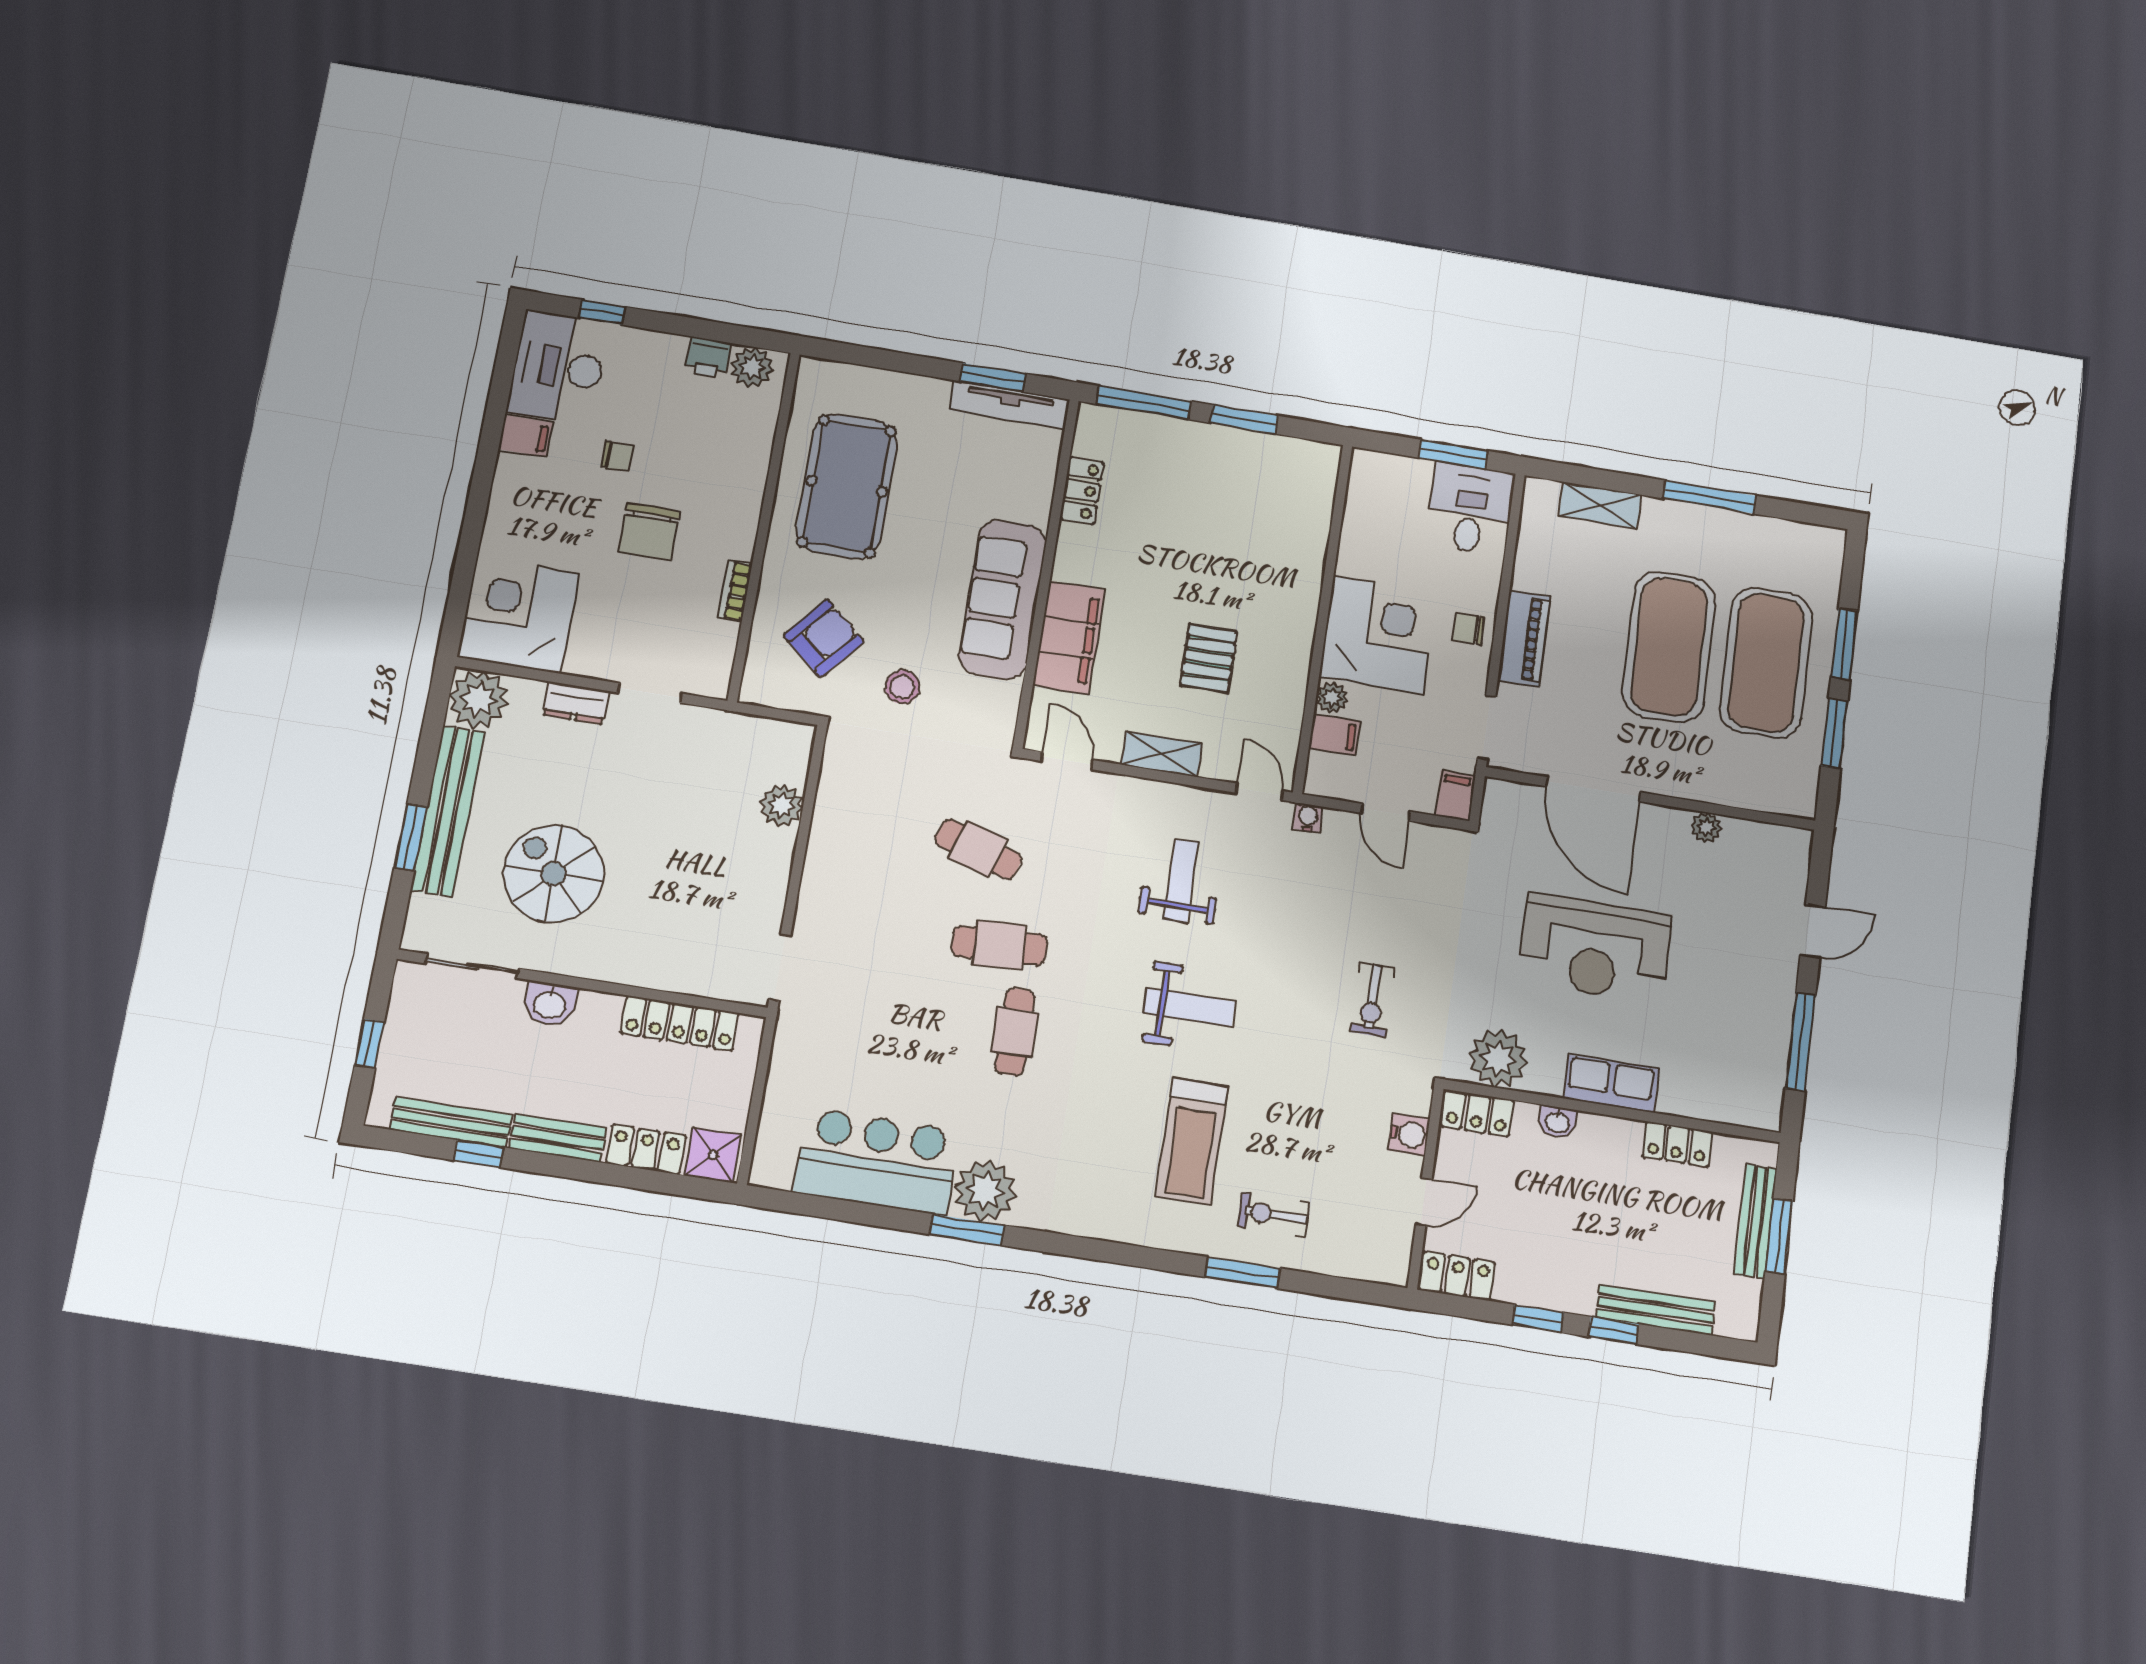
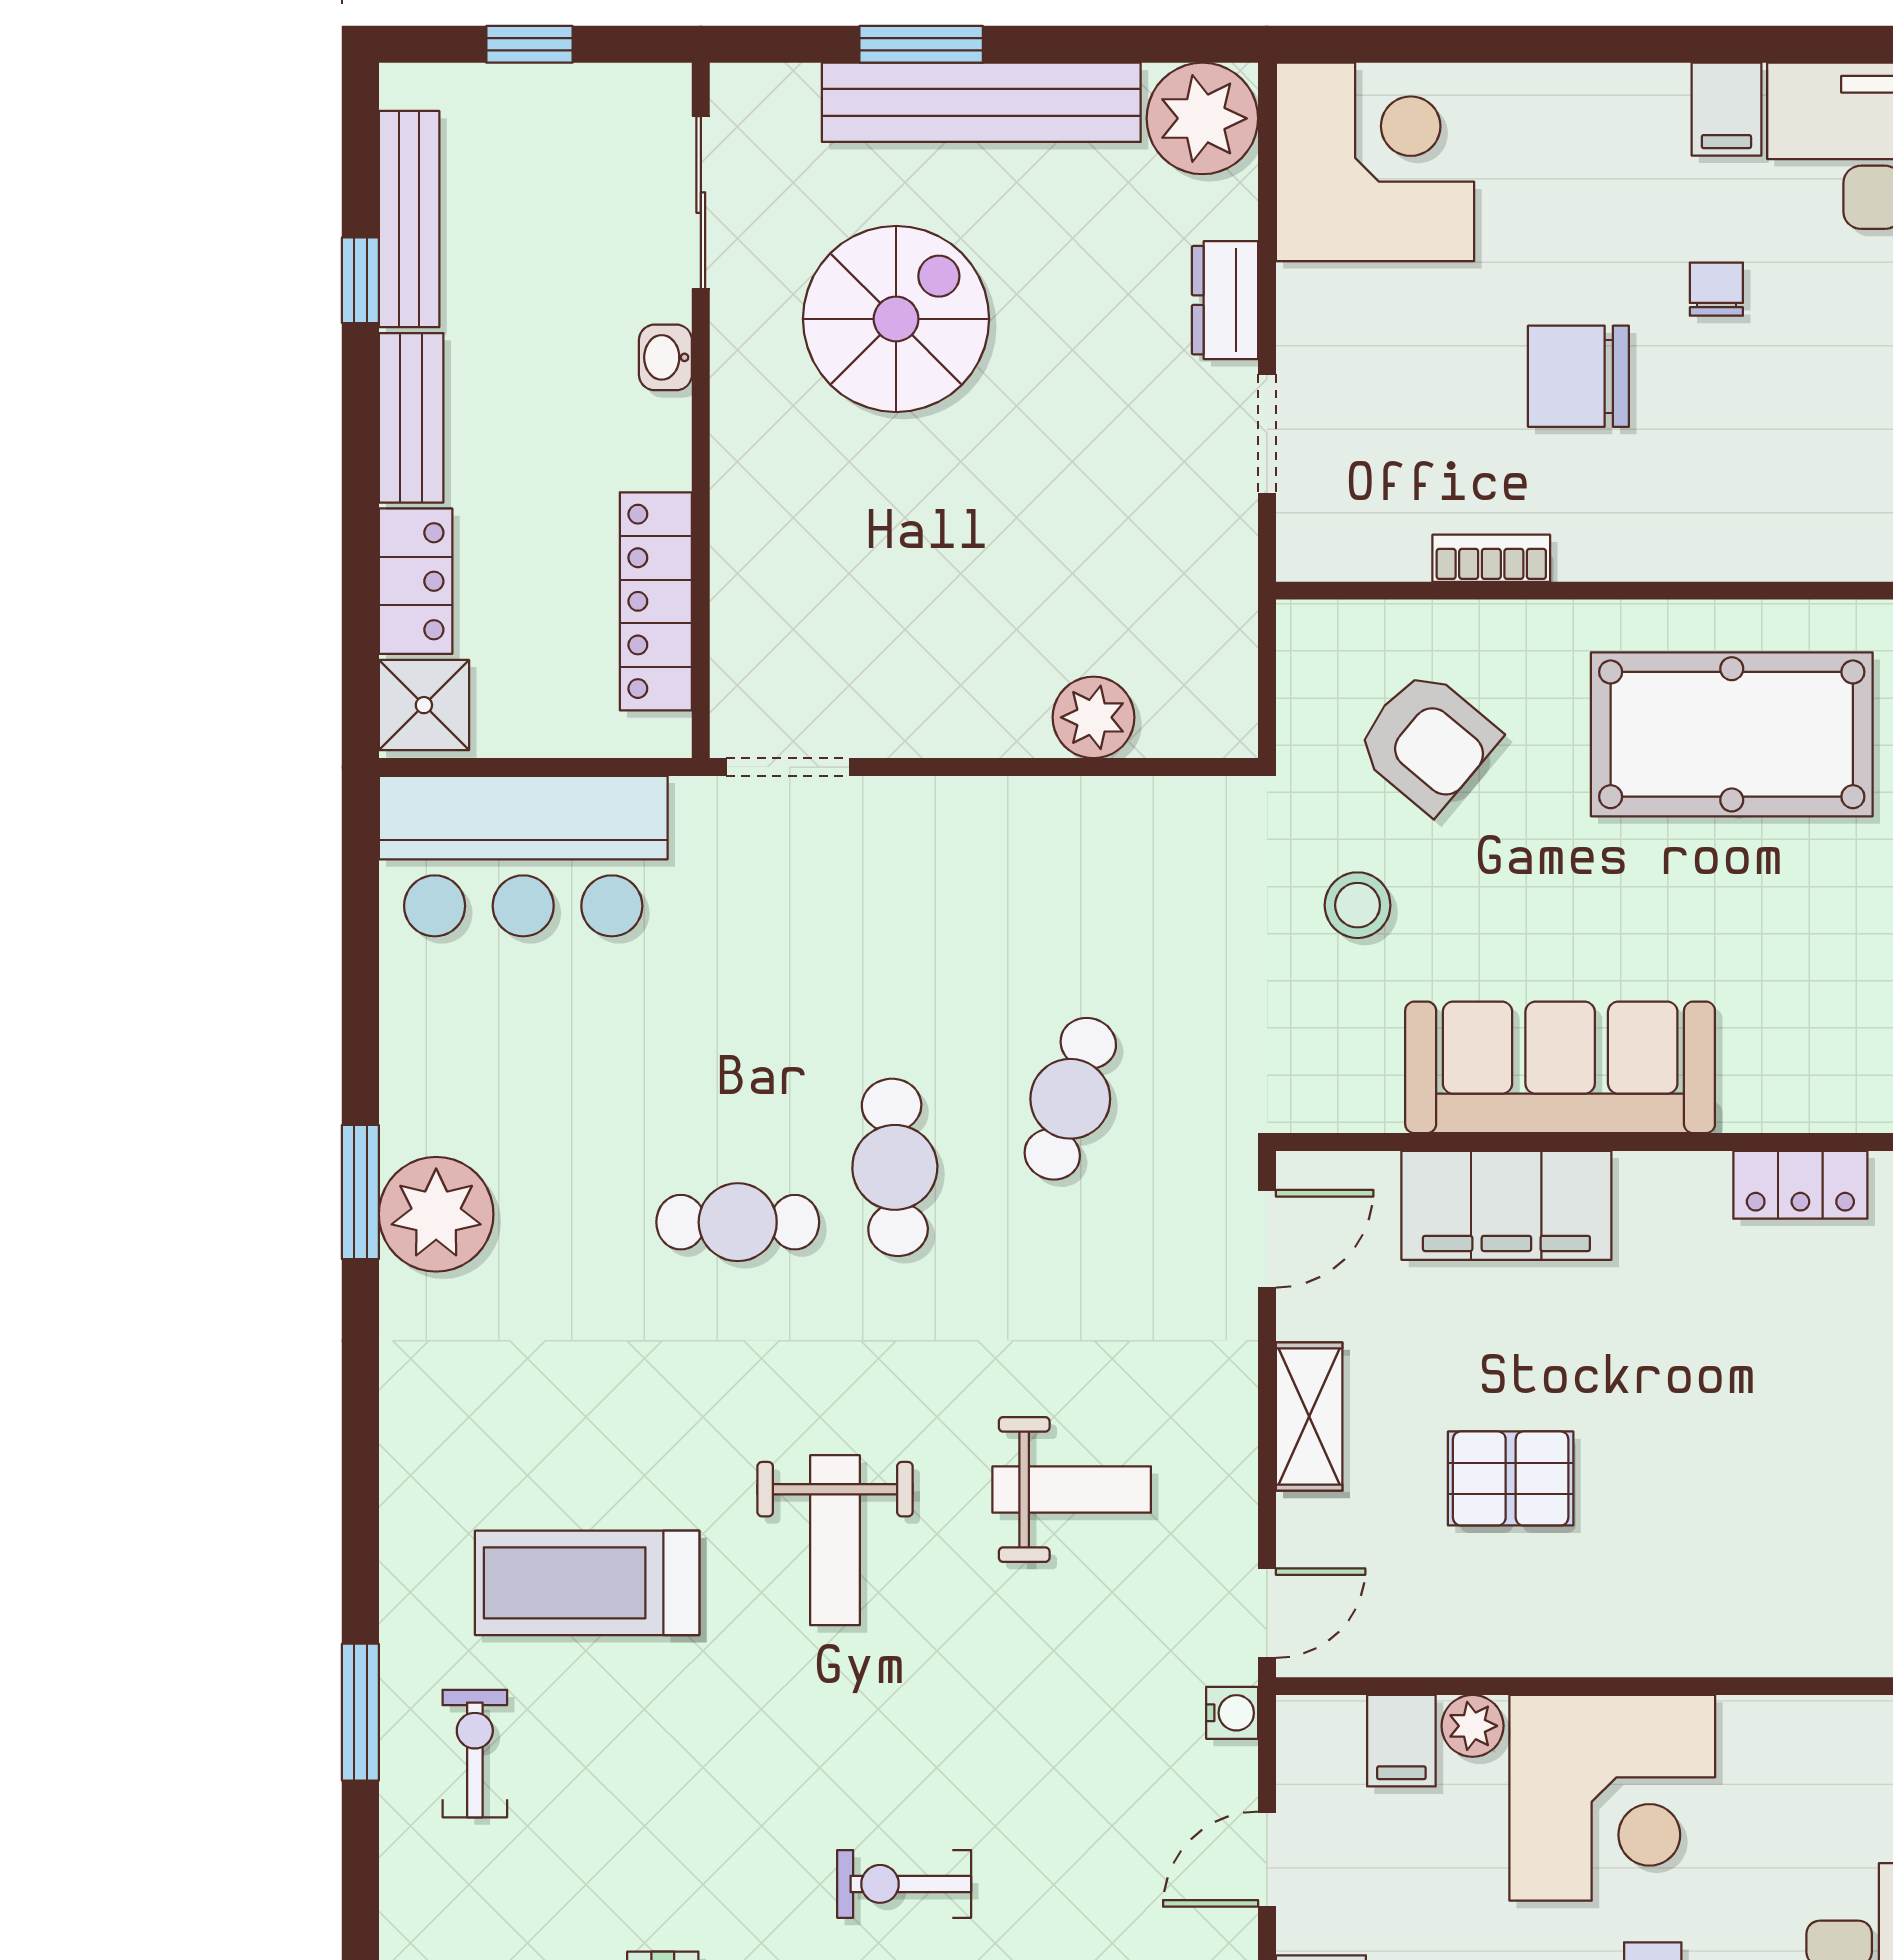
chair: (617, 456) -> (1716, 289), turned 180
washbasin: (550, 1004) -> (665, 357), width x0.72, depth x0.69
bar counter: (877, 1161) -> (523, 856), moved, turned 90

